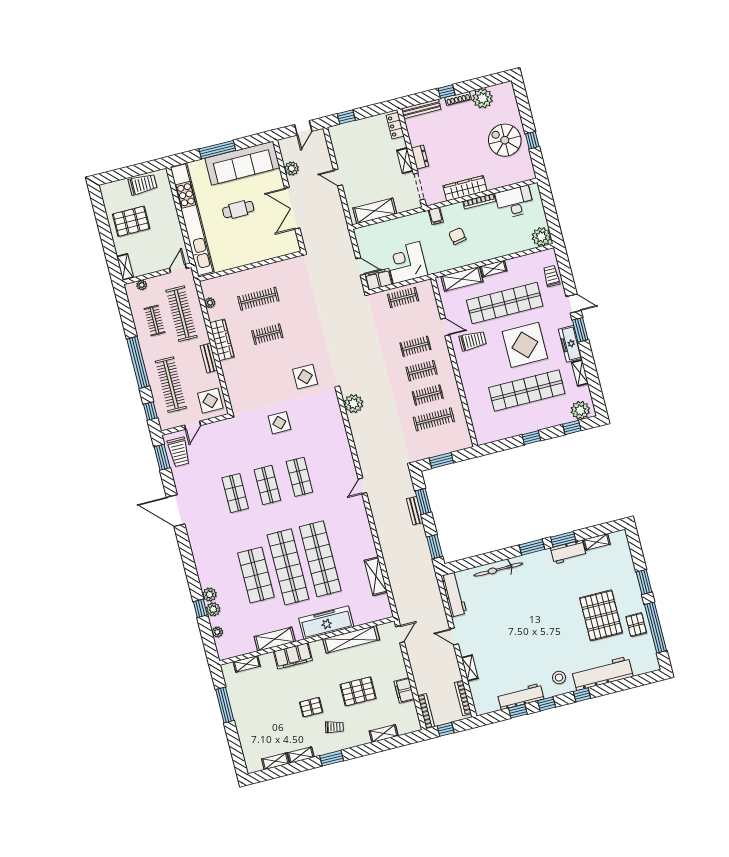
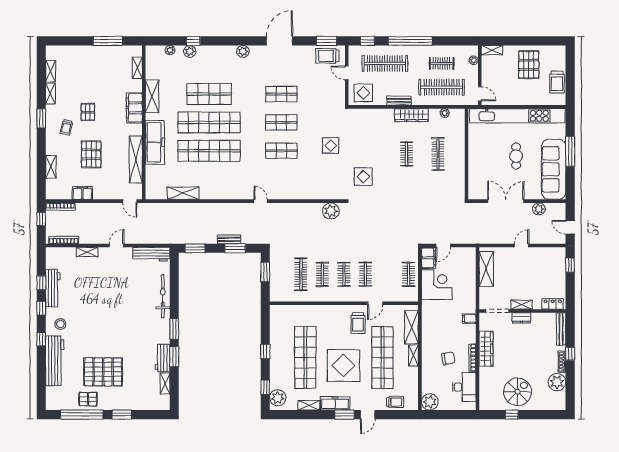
chair: (457, 236) -> (448, 358), moved
plant: (209, 594) -> (243, 51), moved

